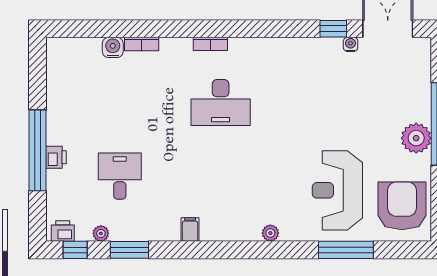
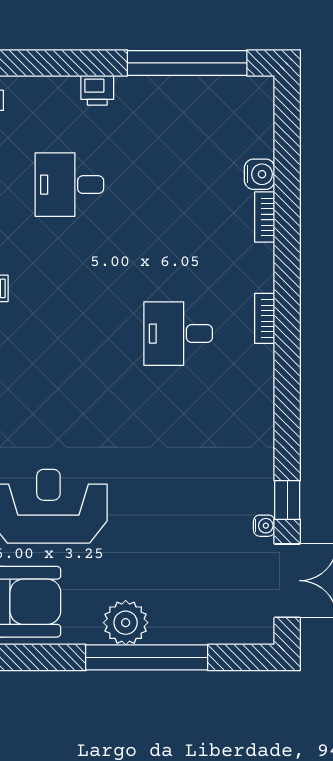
desk: (221, 103) -> (178, 334), width x0.73
window: (38, 150) -> (187, 63), moved
desk: (120, 176) -> (69, 185), turned 180

